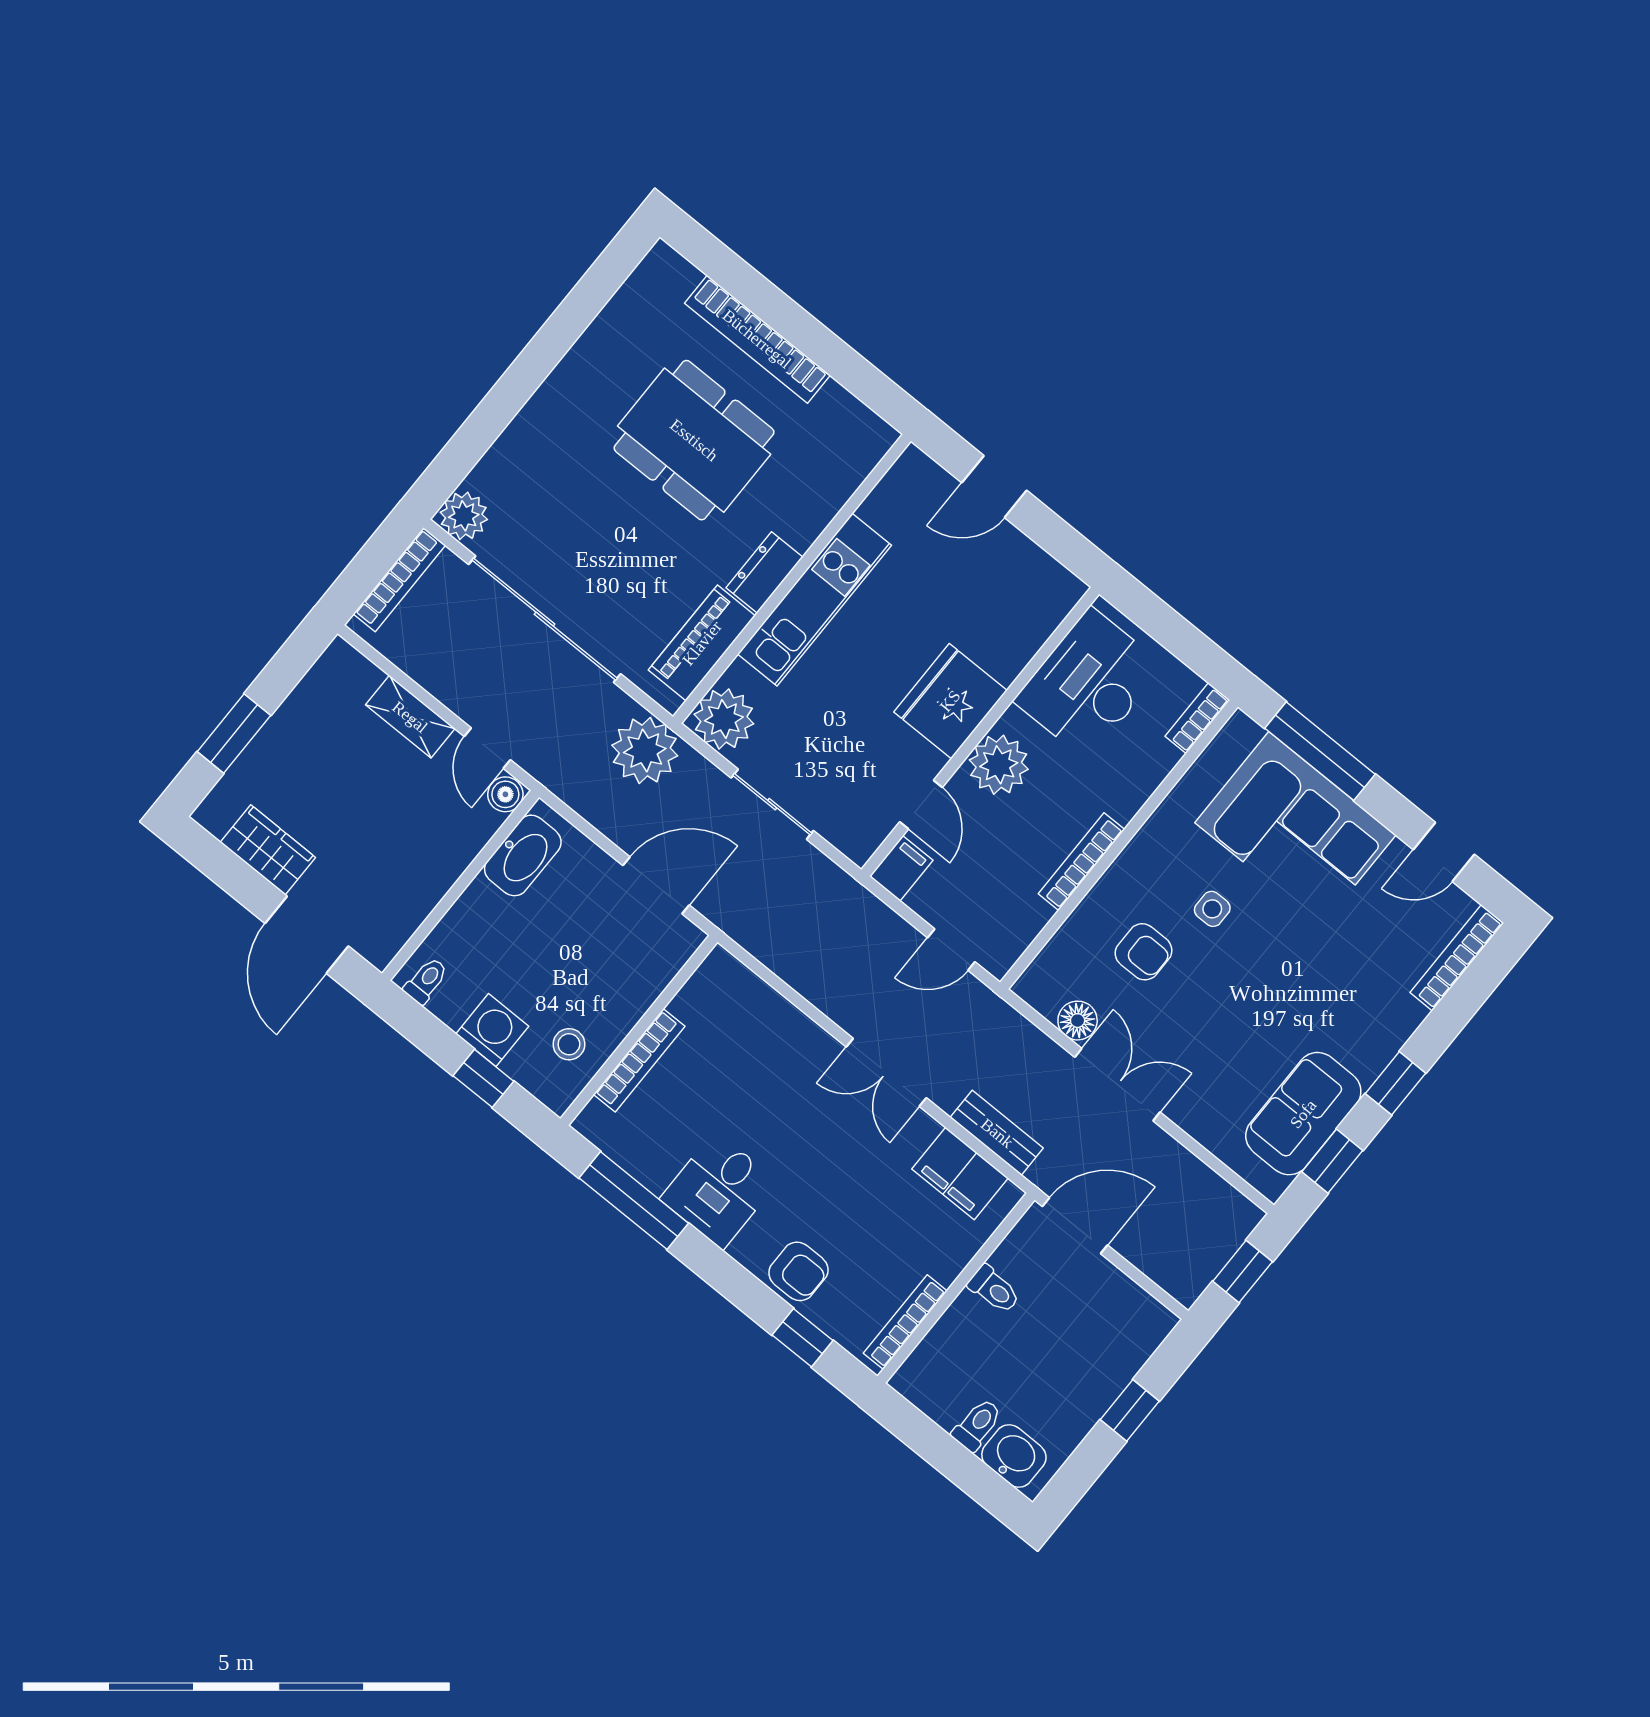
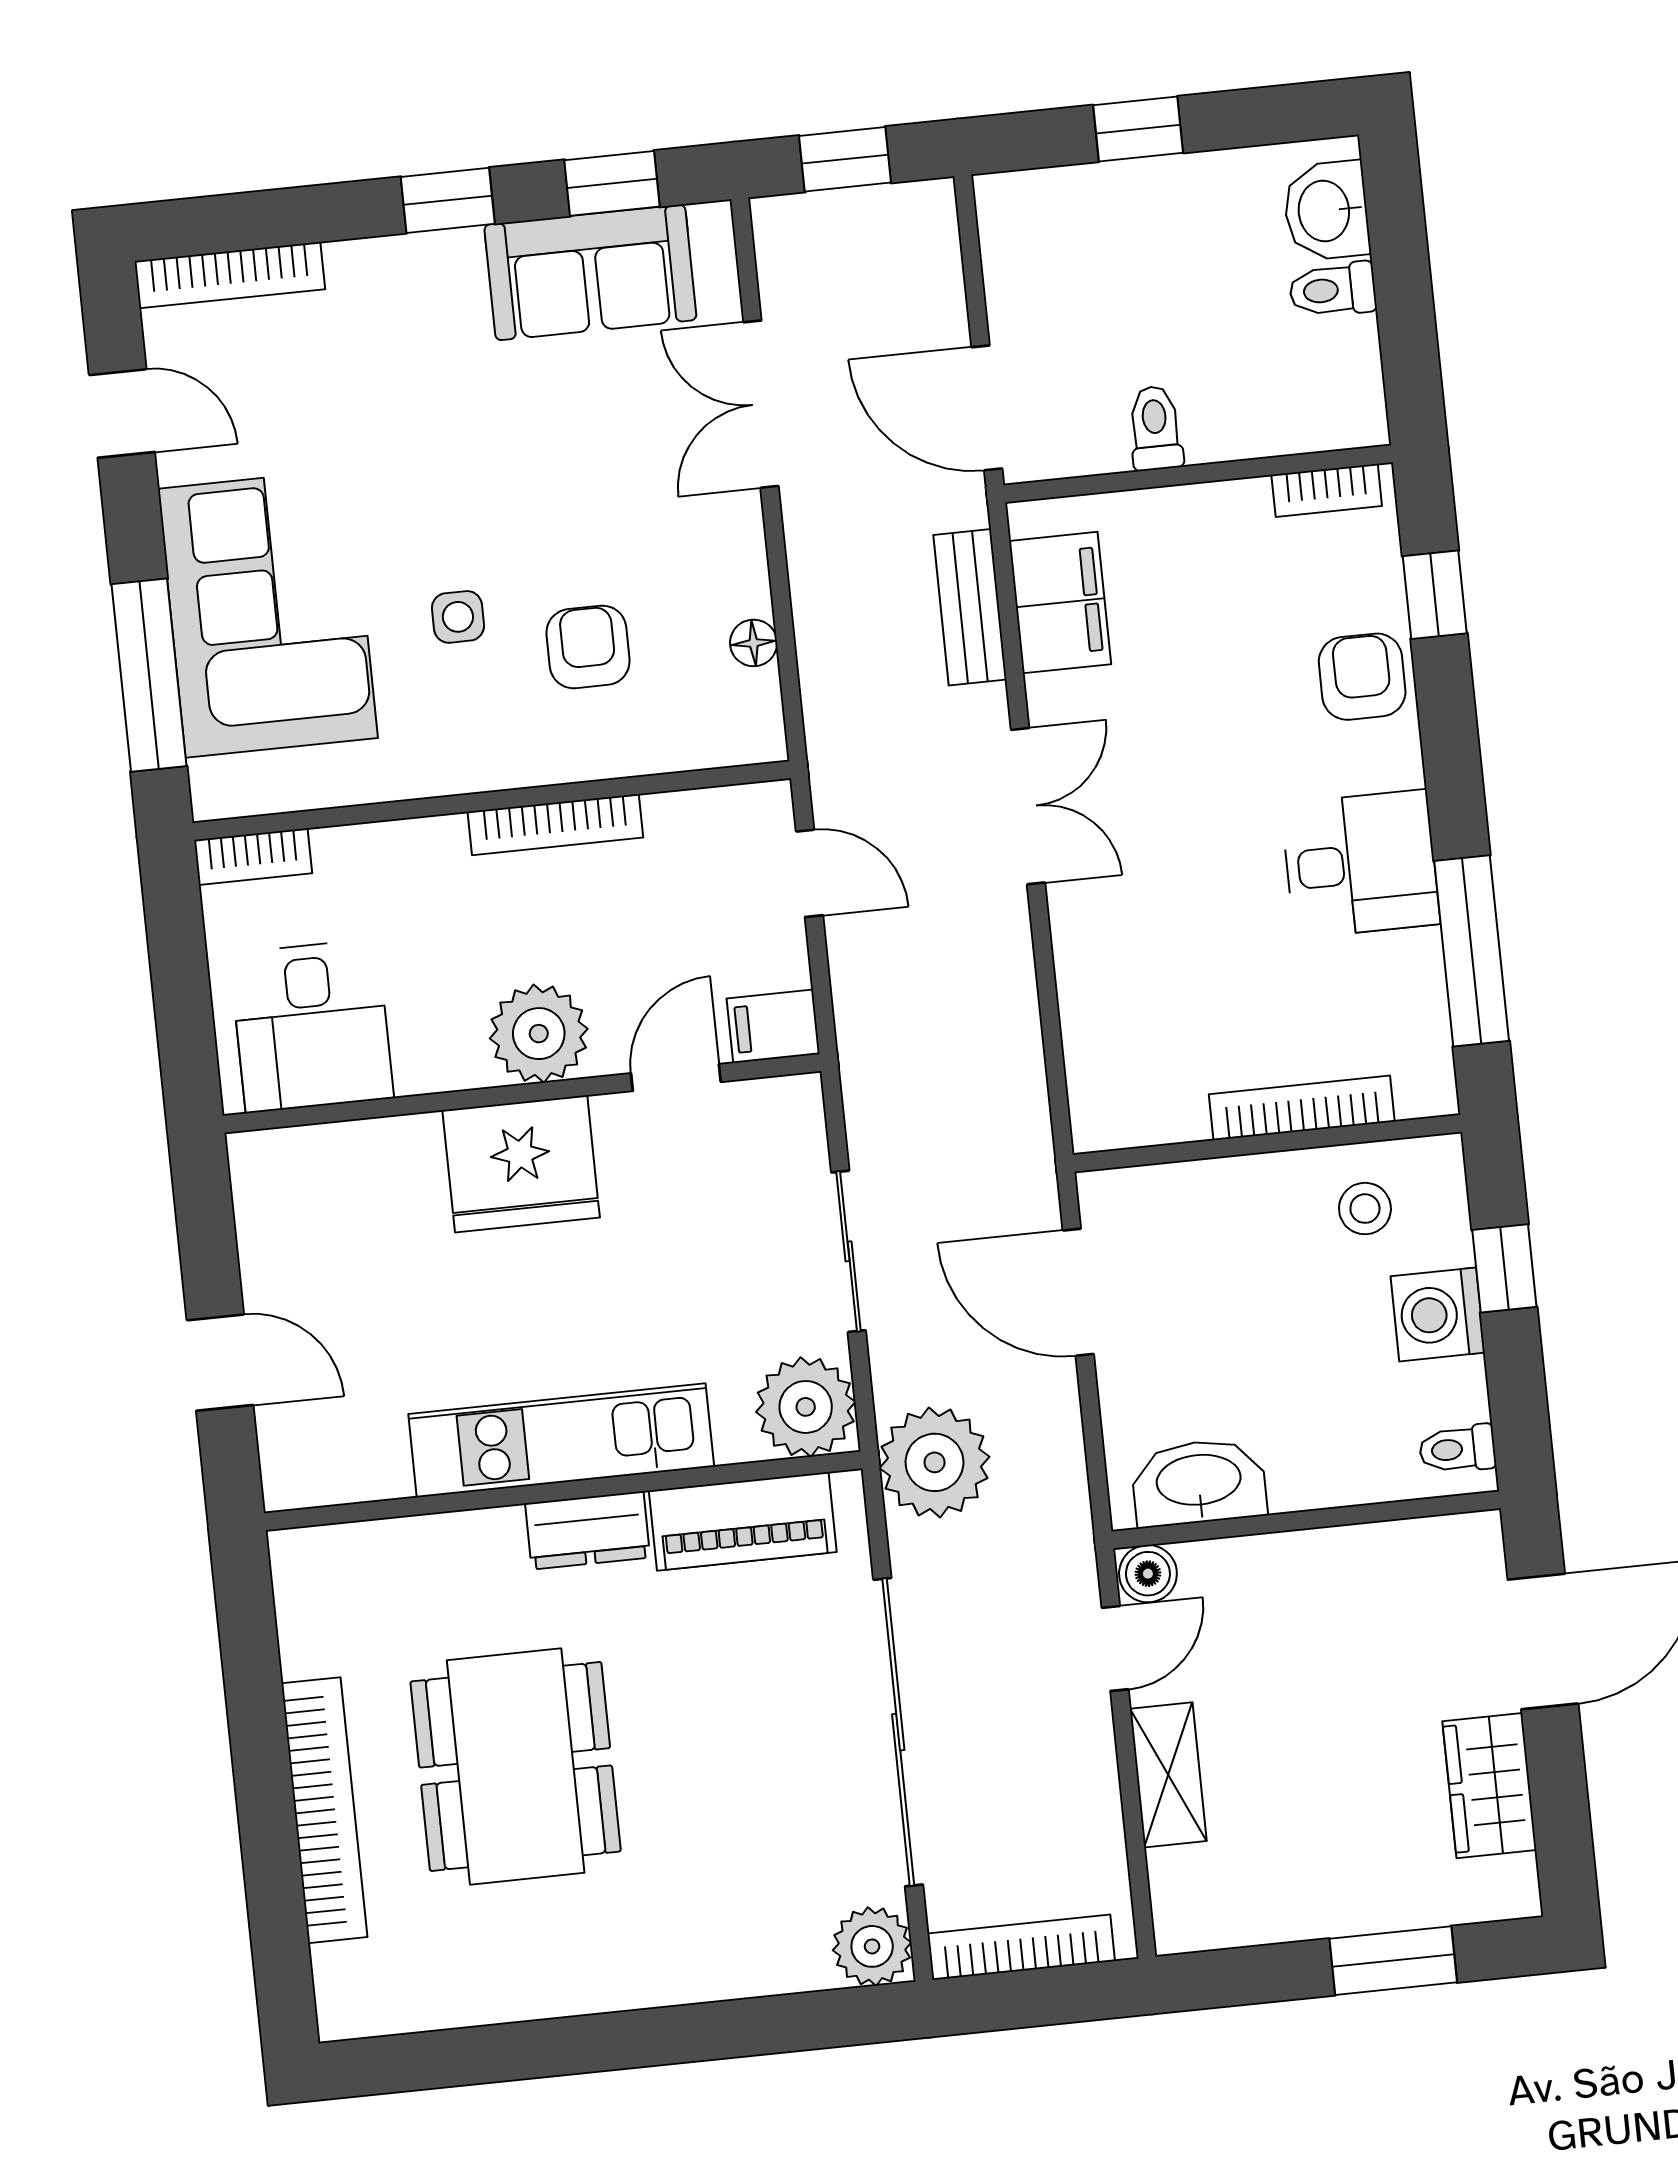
desk: (1089, 684) -> (312, 1026), width x0.73
floor lamp: (1078, 1021) -> (754, 643), width x0.73, depth x0.73
double door: (1117, 1085) -> (761, 404), moved
bookcase: (905, 1322) -> (1327, 490), width x0.64

